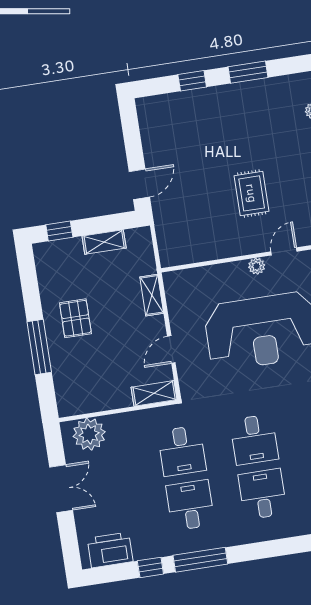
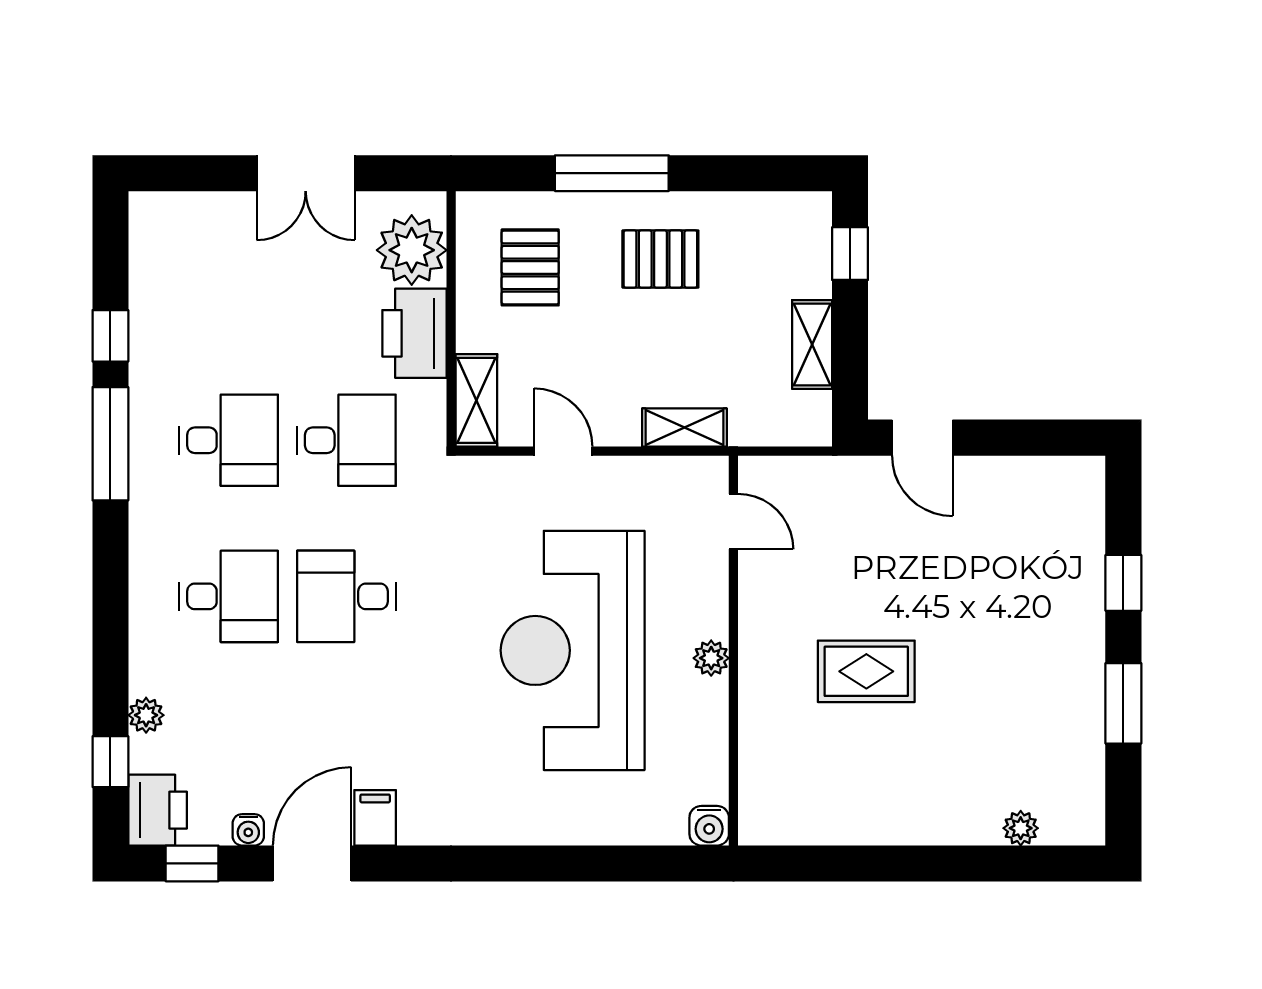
door: (284, 251) -> (733, 522), moved
pallet: (89, 378) -> (530, 267), added
desk: (182, 451) -> (346, 440), turned 180
printer: (110, 550) -> (414, 333), moved, turned 180

